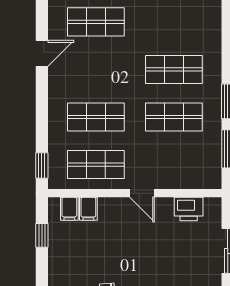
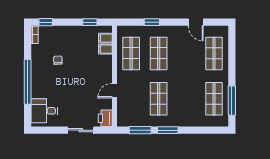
shop shelf: (174, 69) -> (214, 99), moved
window: (42, 166) -> (152, 22), moved
door: (142, 193) -> (114, 91), moved
printer: (189, 209) -> (105, 118), moved

